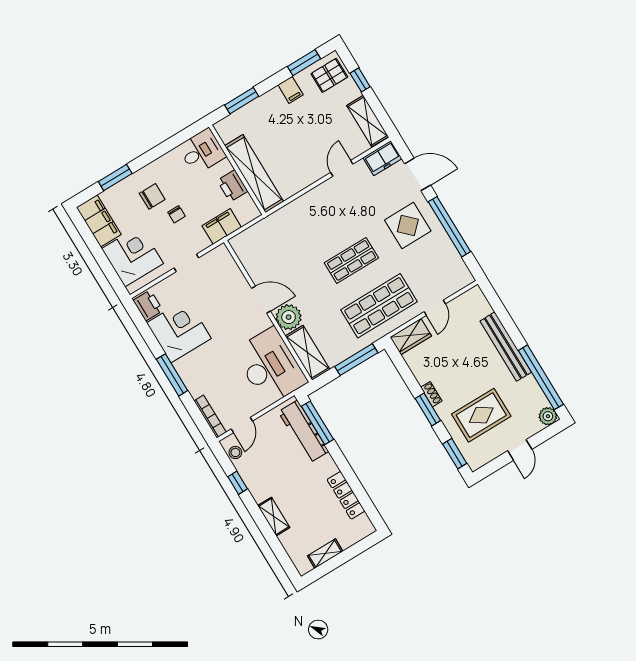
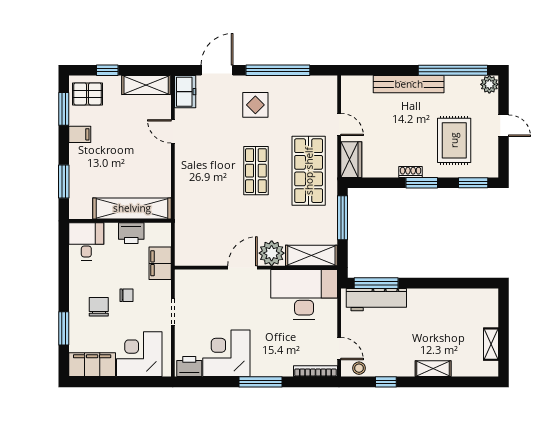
pallet: (329, 75) -> (88, 94), turned 90
display table: (408, 226) -> (255, 105), width x0.73, depth x0.73
locker: (346, 495) -> (452, 296), removed

